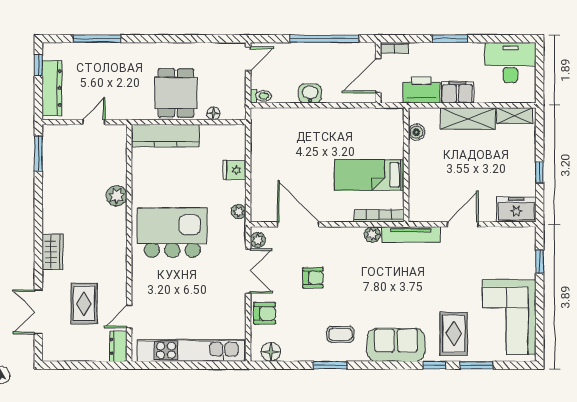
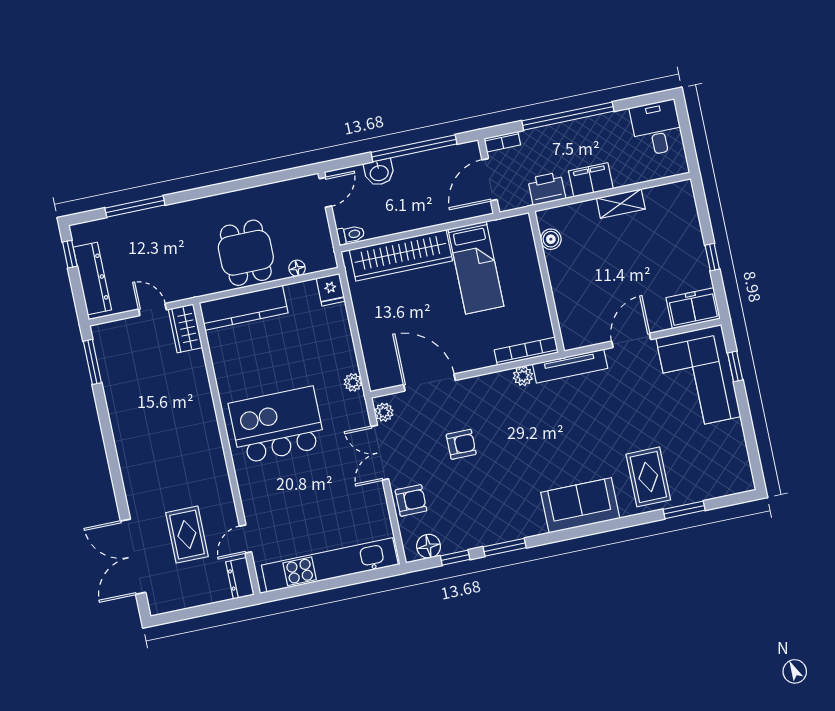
window: (450, 39) -> (568, 116), width x2.11
desk: (510, 63) -> (657, 128), width x0.73
printer: (421, 90) -> (547, 189), width x0.73, depth x0.84
washbasin: (310, 94) -> (379, 172), moved, turned 180
shelving: (515, 116) -> (667, 194), removed
shelving: (468, 119) -> (621, 204), width x0.67, depth x0.75
wardrobe: (297, 120) -> (401, 255), added
door: (94, 122) -> (152, 309), hinge flipped
fridge: (234, 170) -> (331, 290), moved, turned -90
bed: (369, 175) -> (476, 268), moved, turned -90
plant: (117, 196) -> (199, 394), removed
wardrobe: (52, 252) -> (185, 328), moved, turned 180
double door: (248, 271) -> (380, 453), swing flipped
double door: (38, 312) -> (133, 557), width x1.37
corner sofa: (509, 317) -> (698, 377), moved
coffee table: (340, 334) -> (509, 507), removed
window: (434, 365) -> (455, 558), moved

